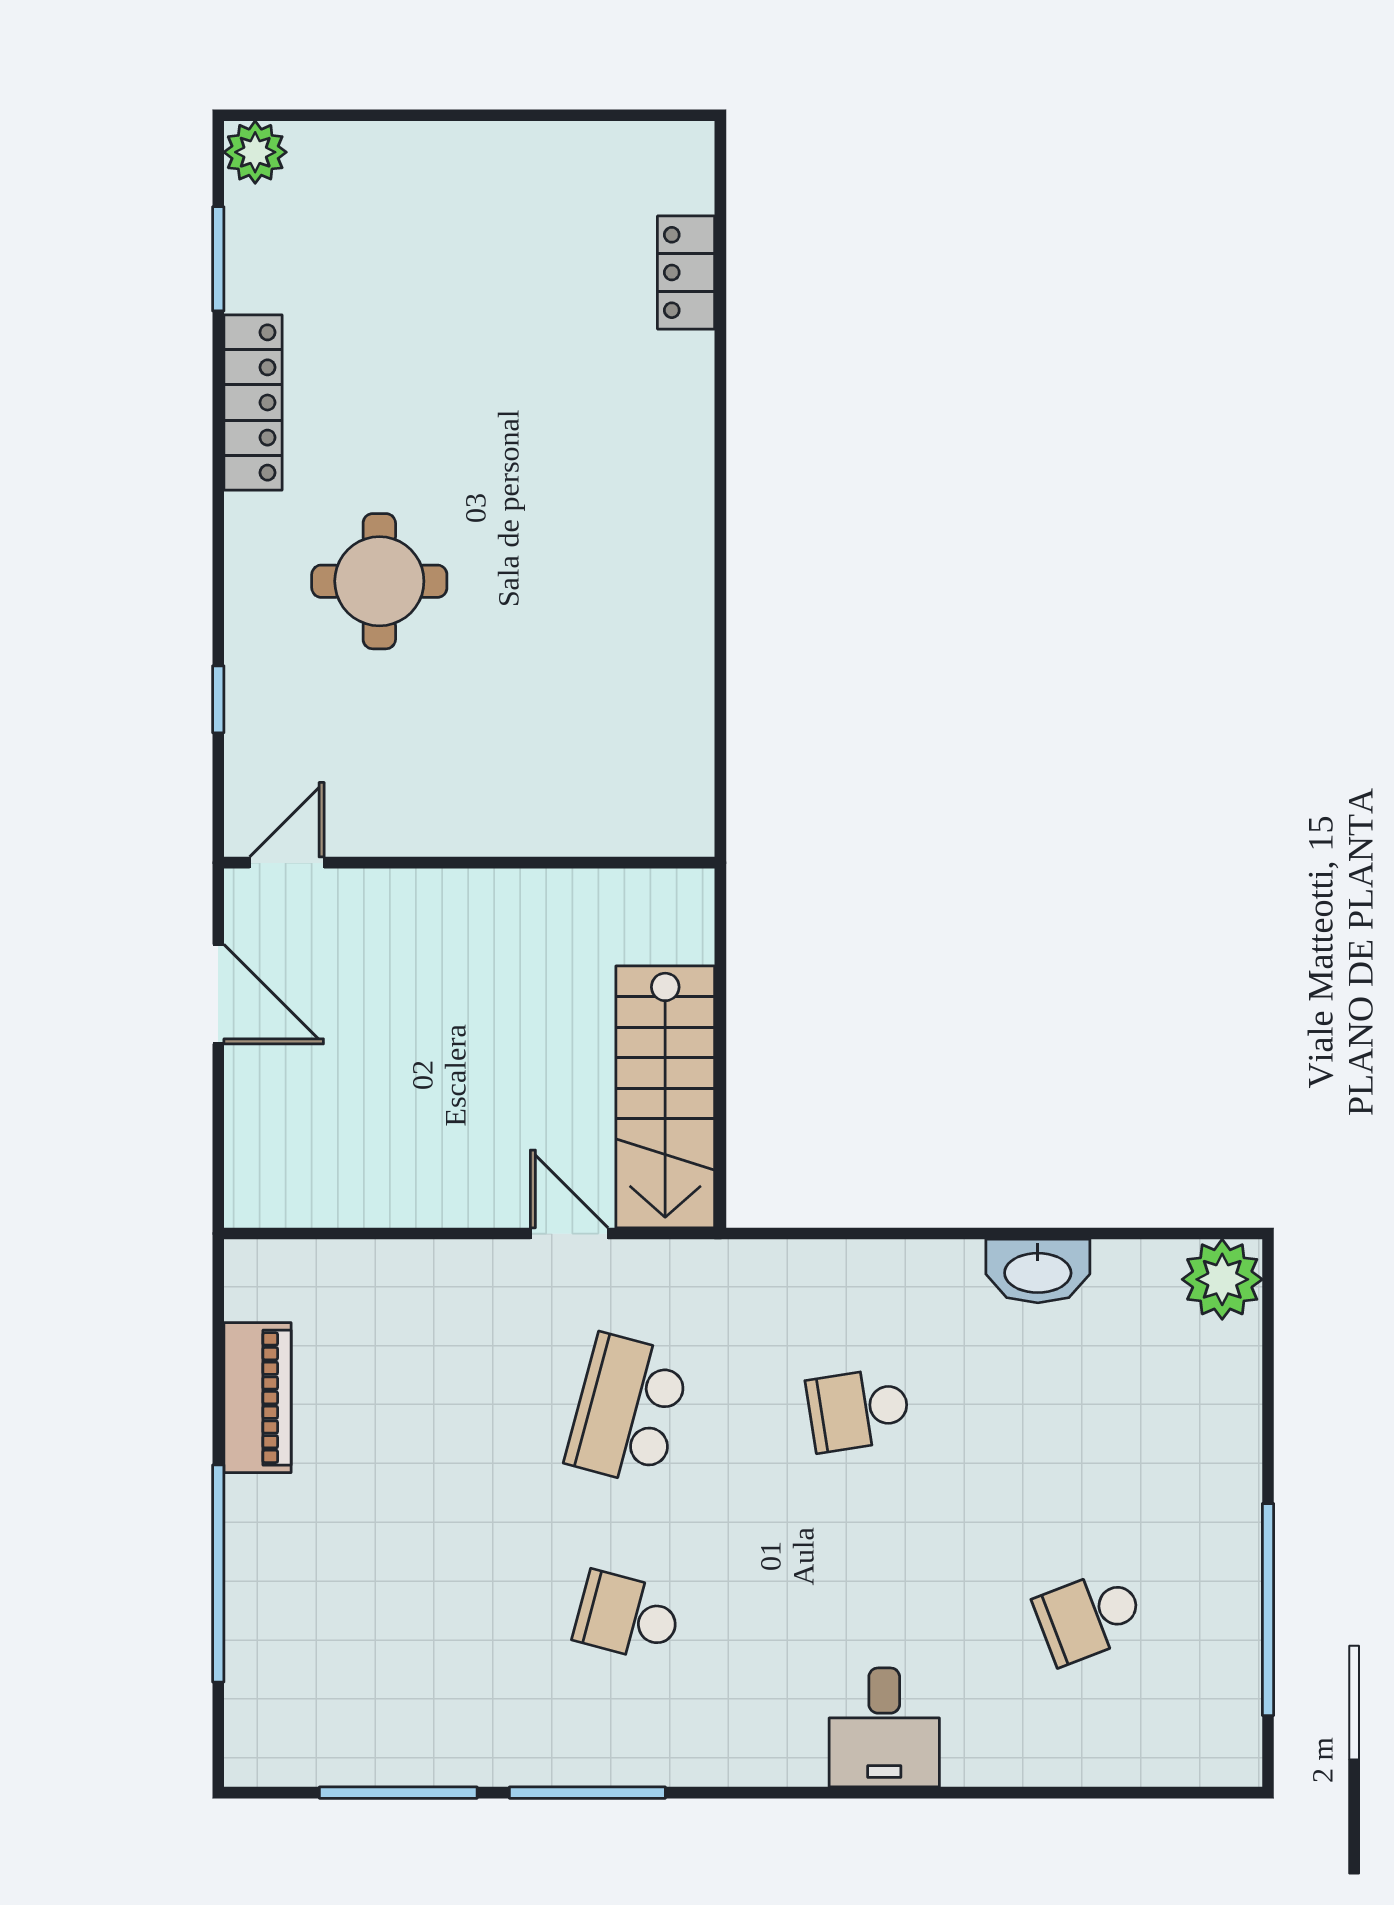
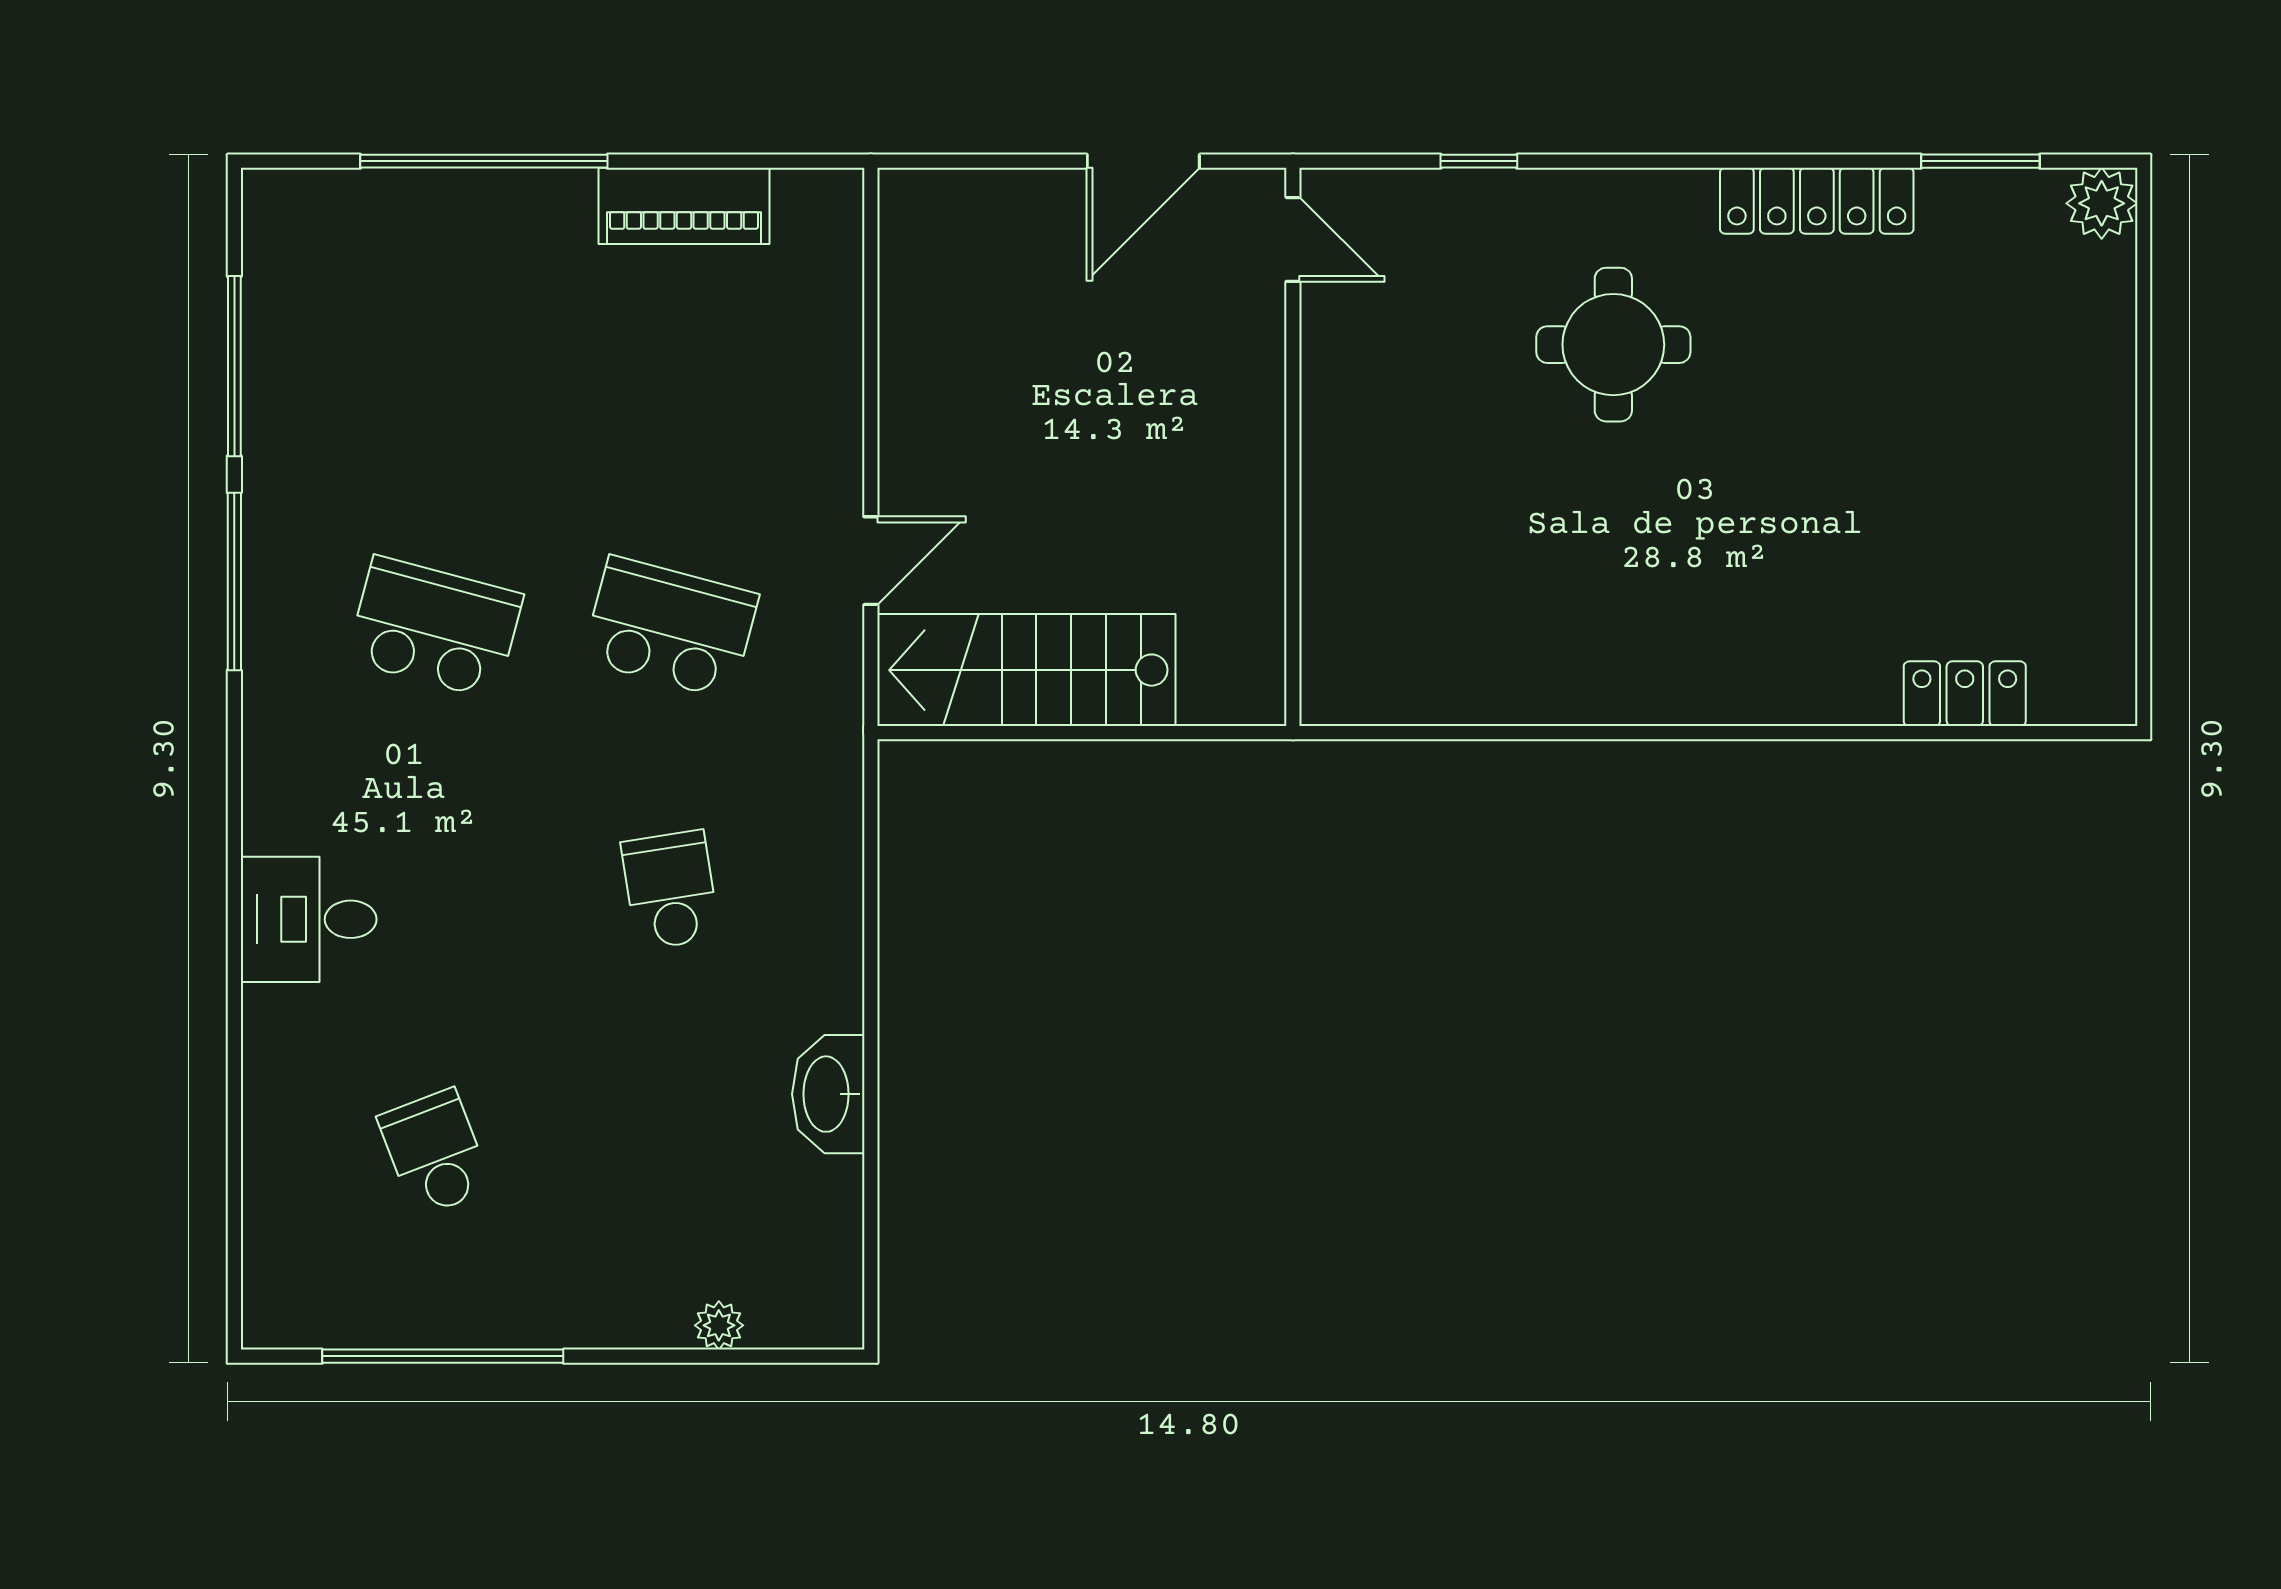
plant: (1222, 1279) -> (719, 1325), moved, width x0.53, depth x0.53
school desk: (628, 1617) -> (435, 627), width x1.85

